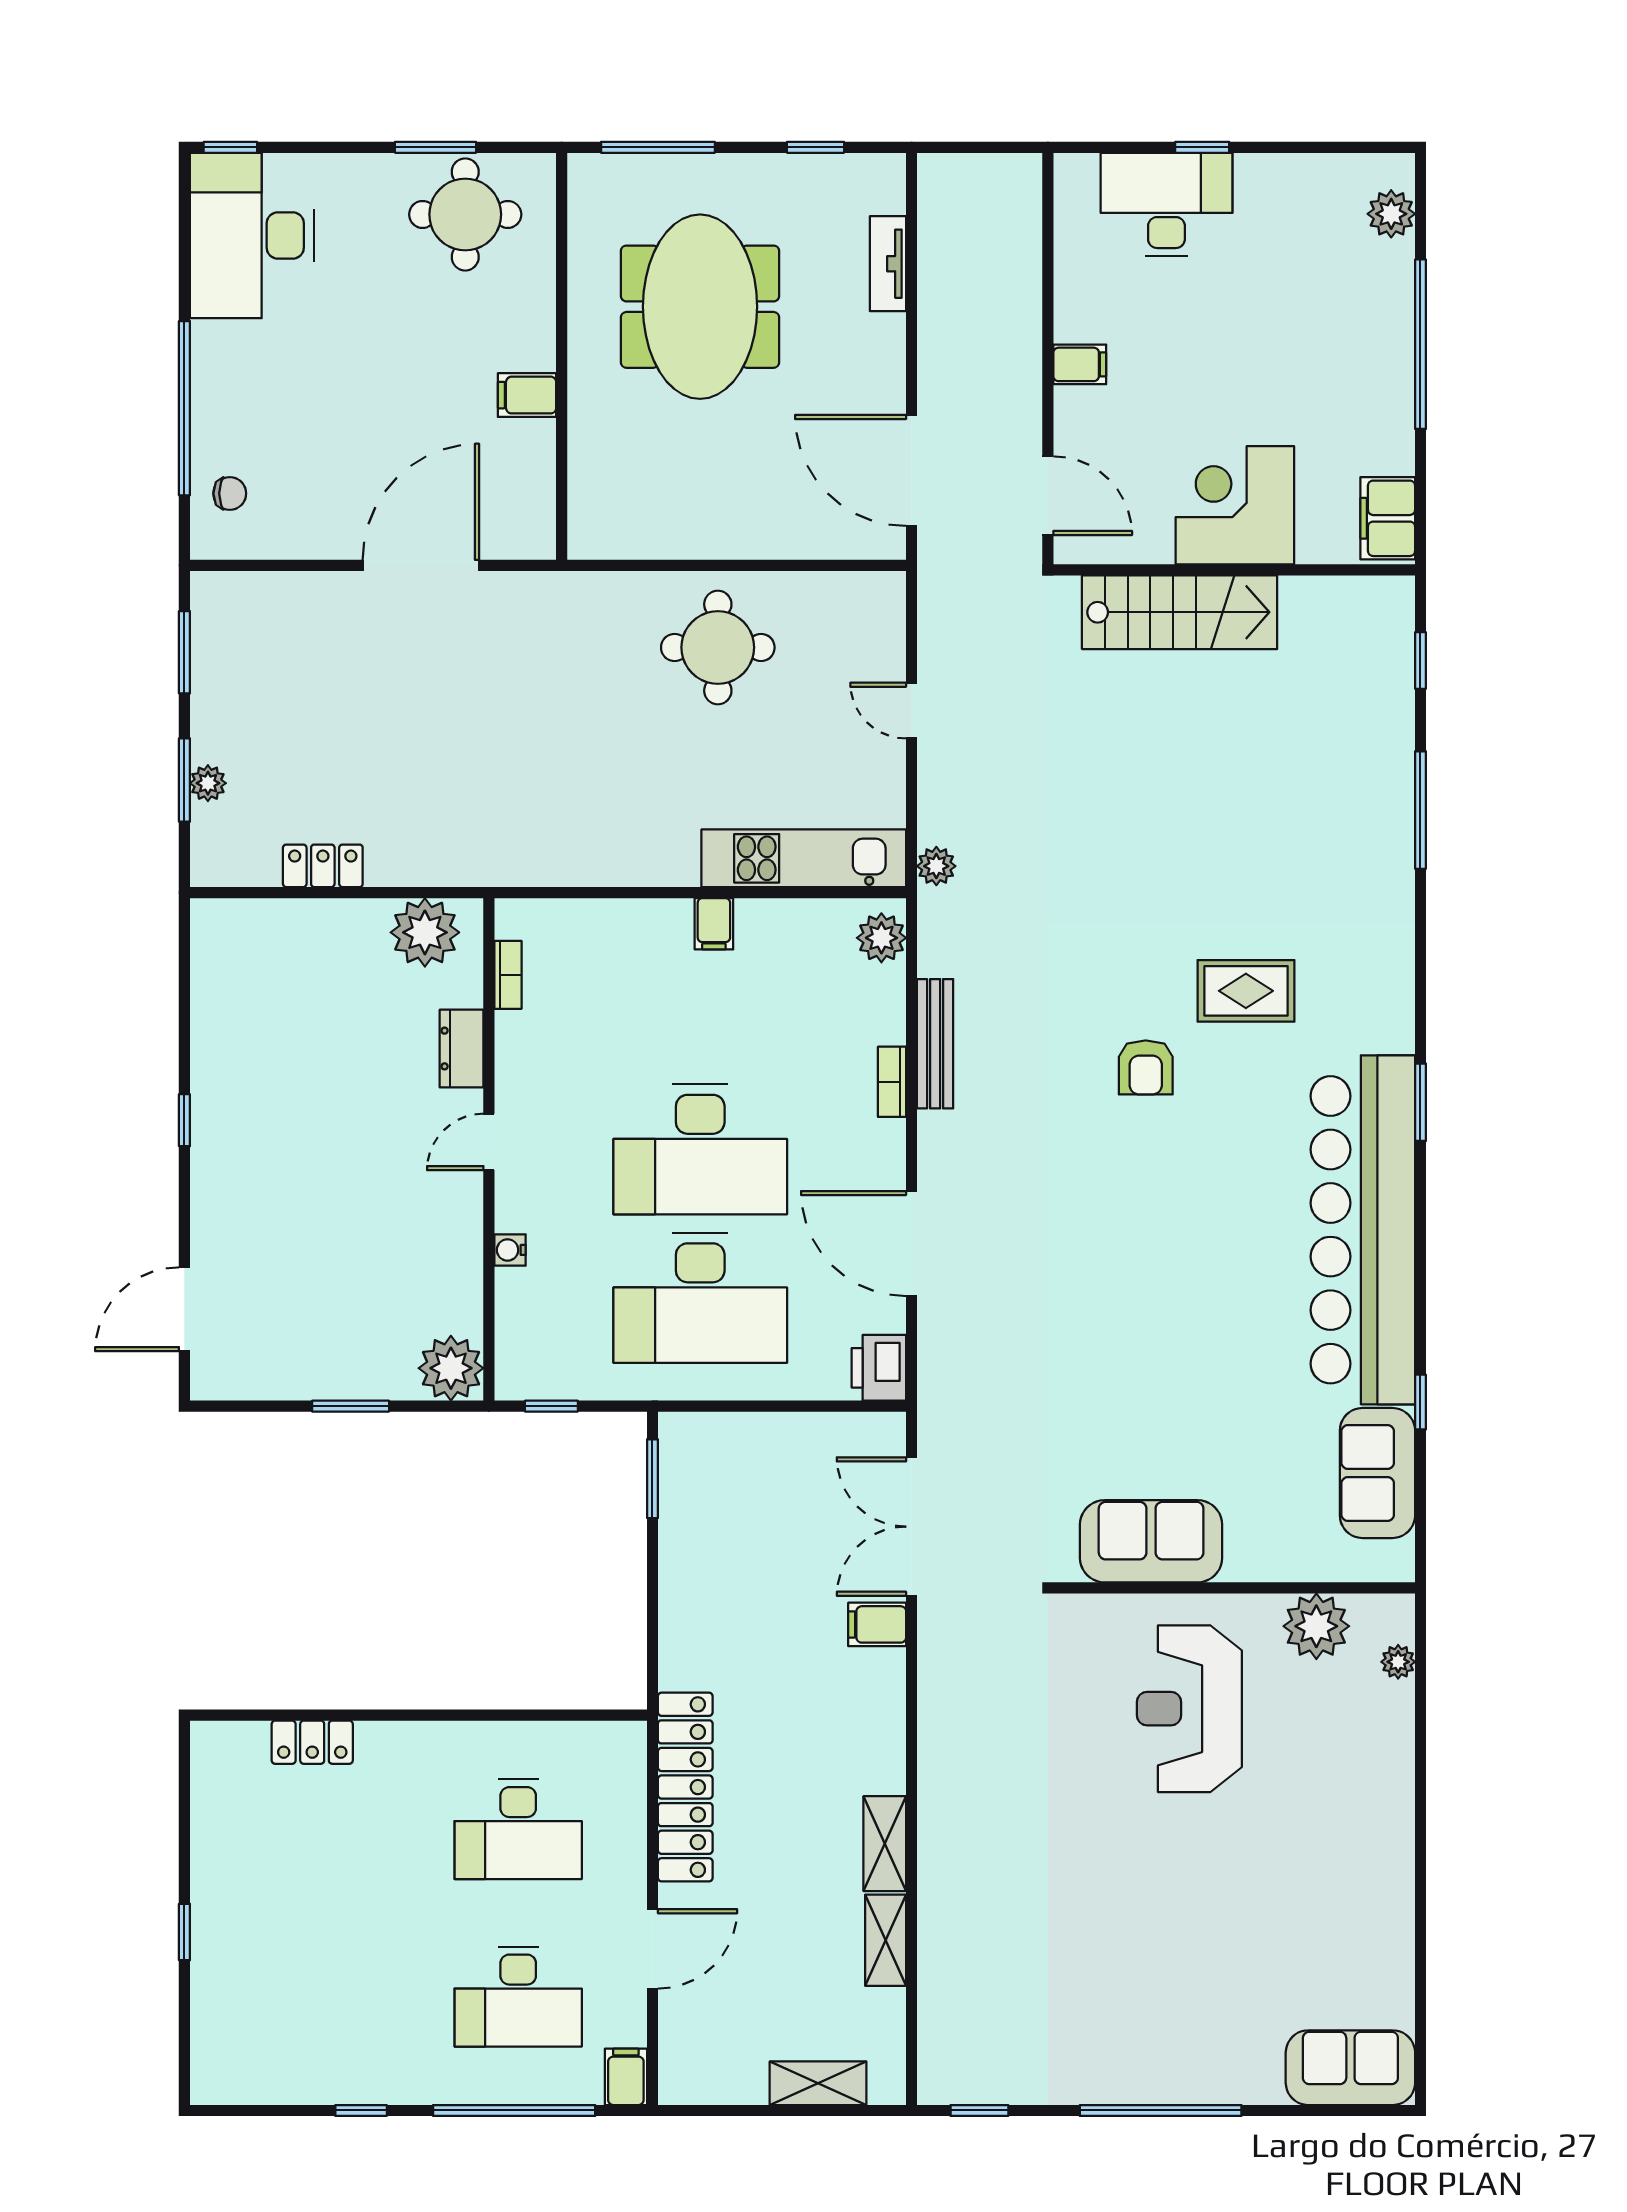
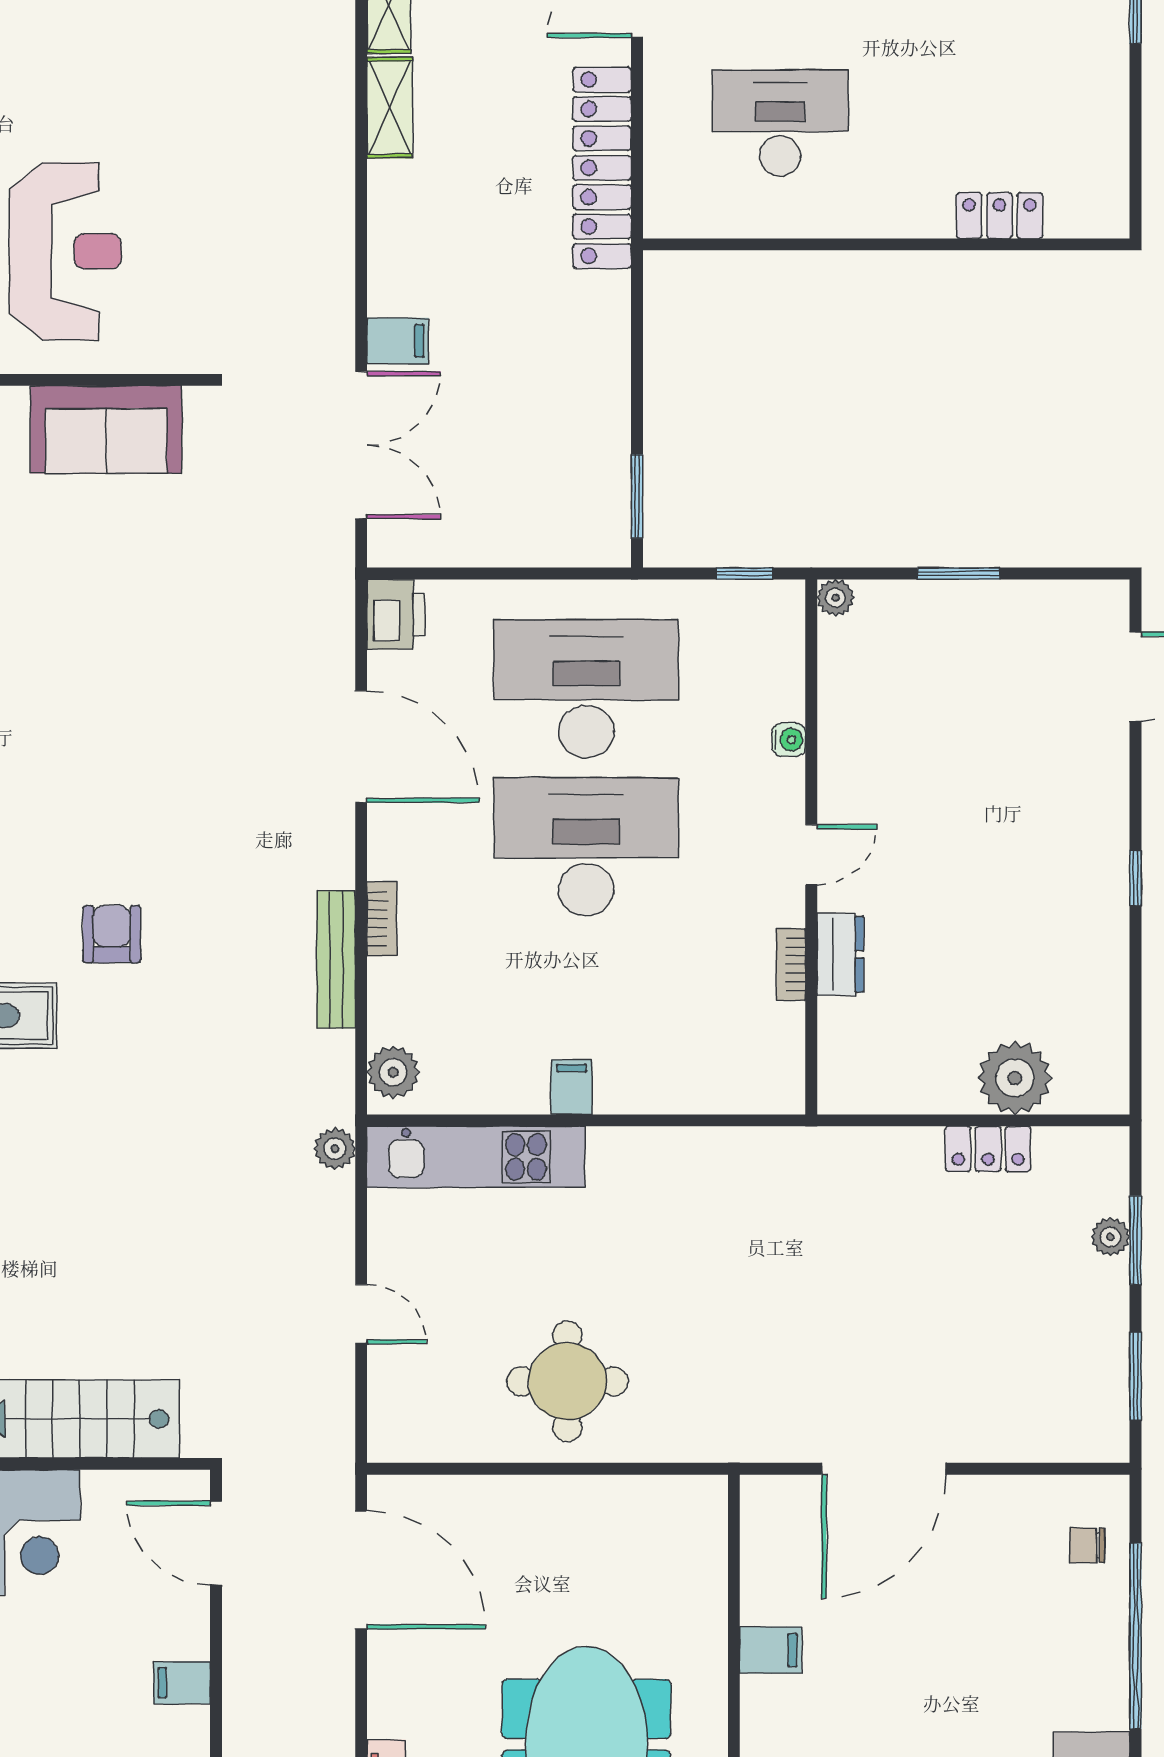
plant: (425, 932) -> (1015, 1078), moved
bookcase: (508, 975) -> (791, 965), moved
plant: (451, 1368) -> (835, 598), width x0.53, depth x0.53

